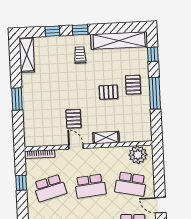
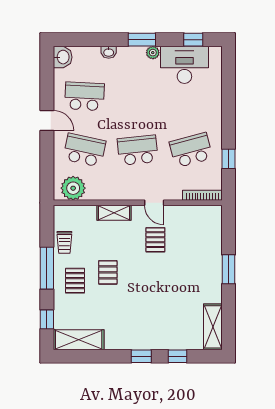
shelving: (119, 40) -> (79, 340), width x0.68
trolley: (80, 55) -> (64, 242), moved
pallet: (108, 92) -> (108, 272), turned 90

